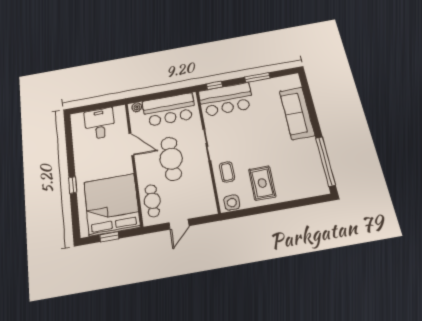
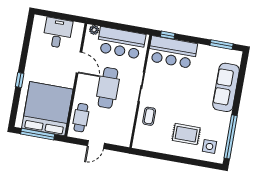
window: (257, 78) -> (222, 45), moved
rug: (262, 183) -> (186, 134), moved, turned 90
side table: (232, 203) -> (209, 146), moved
window: (109, 237) -> (38, 134), width x2.17

